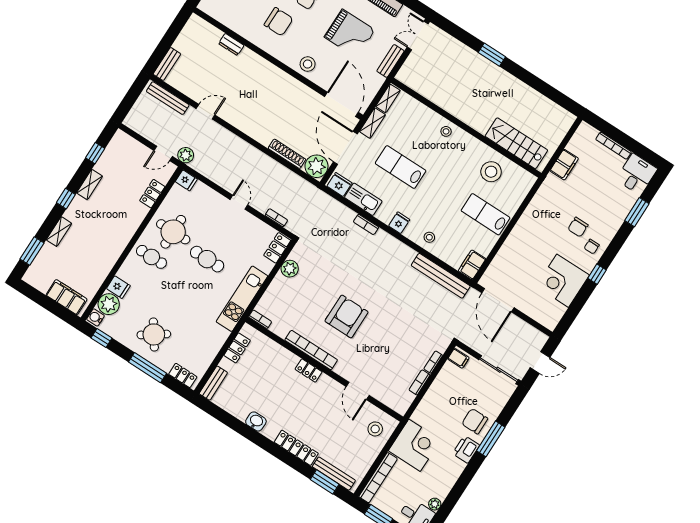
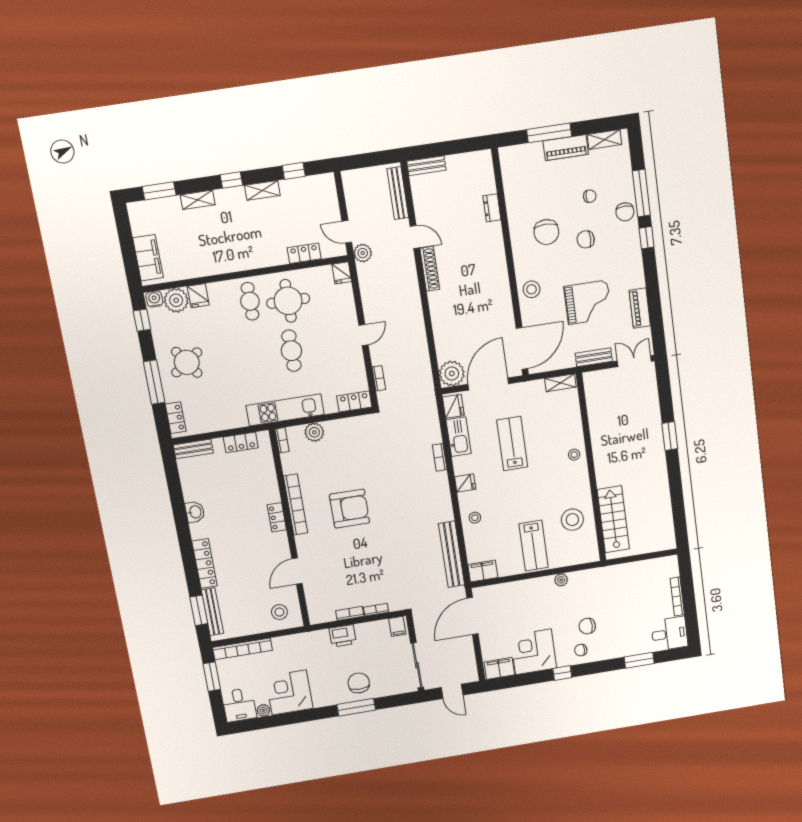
grand piano: (350, 34) -> (588, 302), turned -90
shelving: (372, 123) -> (529, 388), removed
shoe rack: (287, 154) -> (430, 269), moved
filing cabinet: (564, 165) -> (499, 668), moved, turned 180
lab bench: (485, 214) -> (534, 546), turned 180
plant: (528, 216) -> (561, 580), added
plant: (290, 269) -> (314, 432), moved
corner desk: (415, 445) -> (289, 692), moved, turned 180
printer: (466, 449) -> (343, 636), moved, turned 180

